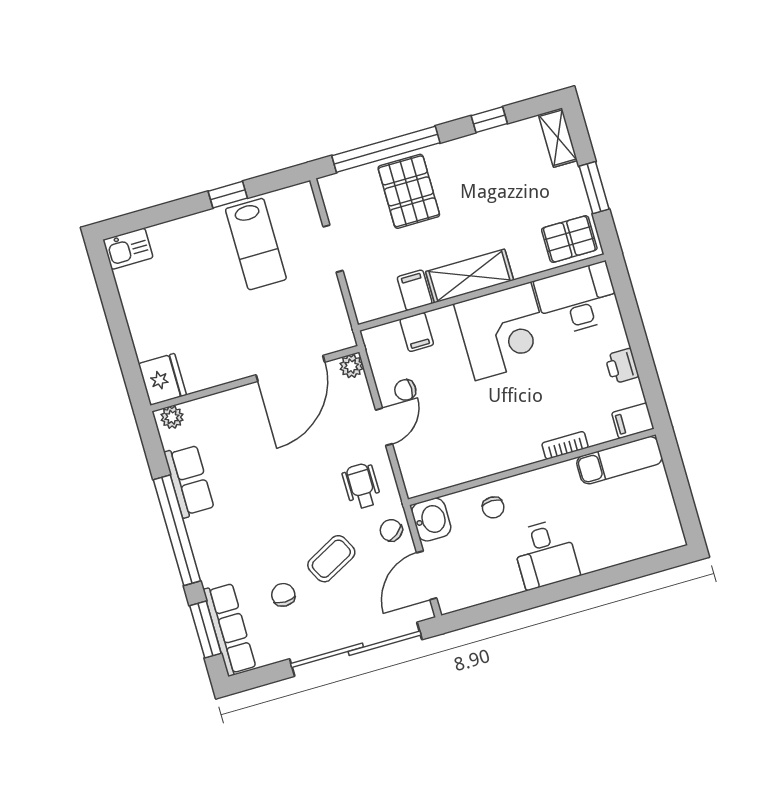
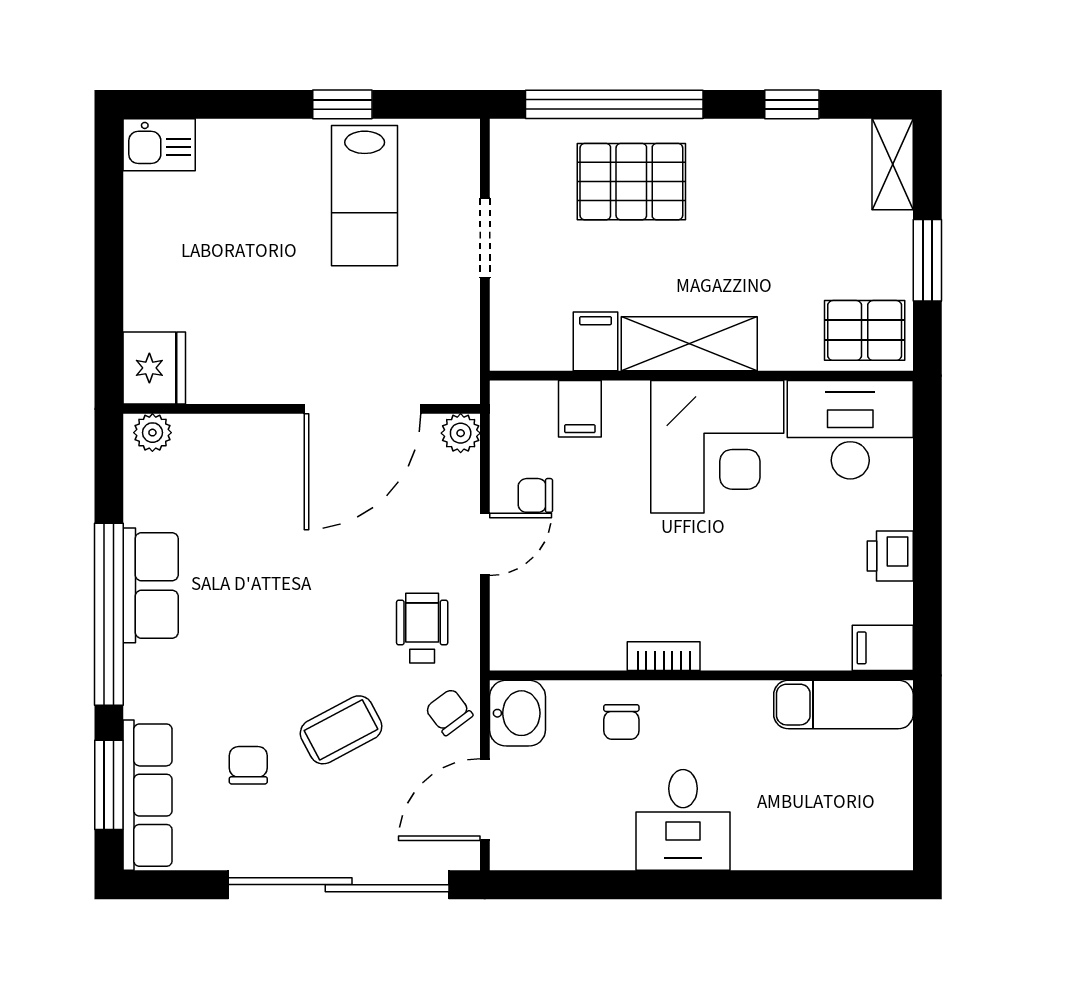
pallet: (409, 191) -> (631, 182), turned 90
bookcase: (565, 445) -> (664, 656), moved
row of seats: (189, 481) -> (151, 585), moved

